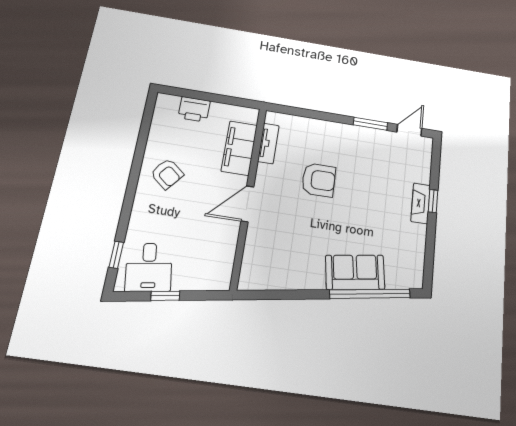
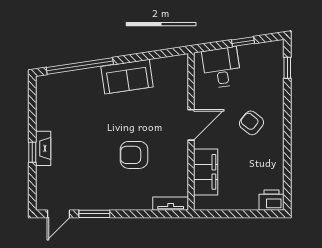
printer: (194, 109) -> (271, 200), moved
tv unit: (268, 143) -> (171, 204), moved, turned 90
armchair: (167, 174) -> (251, 123), moved
desk: (149, 267) -> (221, 68), moved
sofa: (355, 272) -> (127, 77), moved

